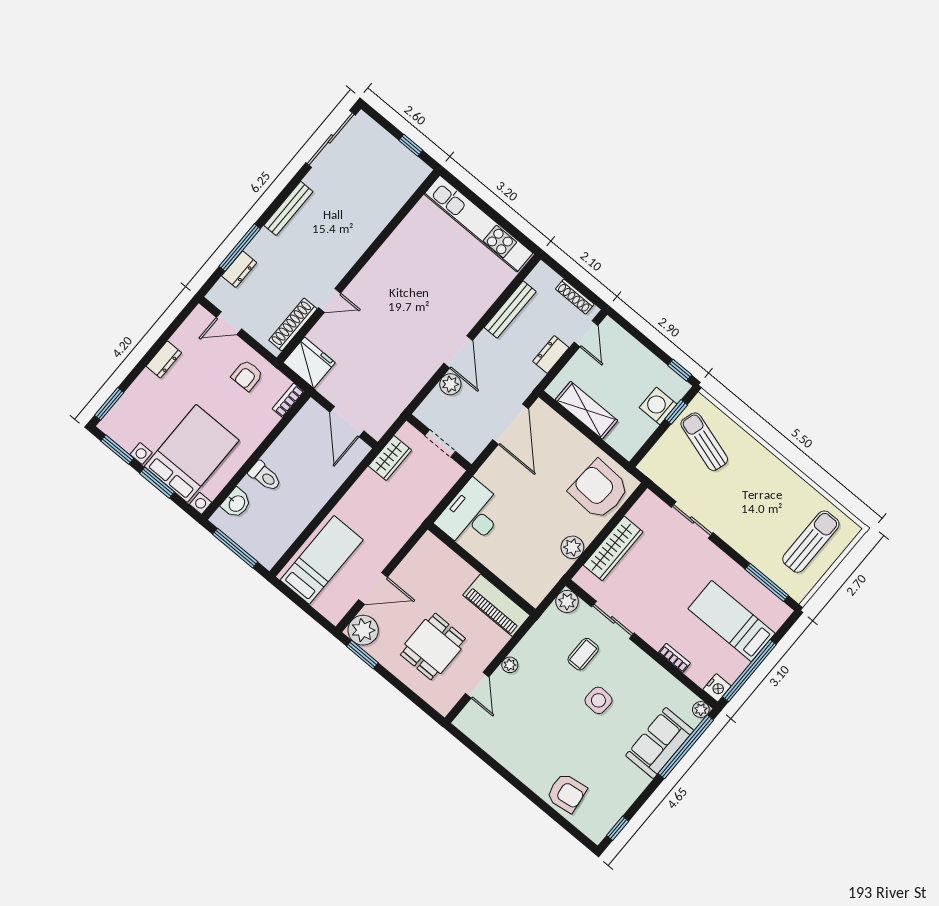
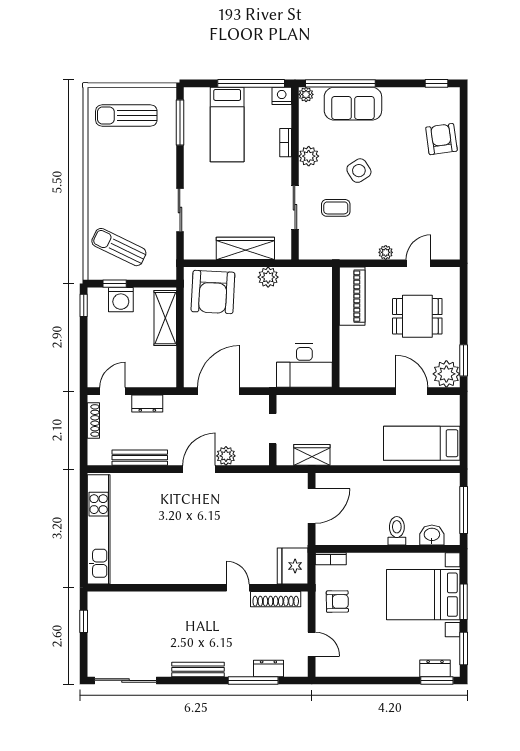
dresser: (164, 360) -> (435, 668), moved
shelving: (586, 410) -> (165, 318), moved
sun lounger: (704, 442) -> (119, 247), turned 99
plant: (567, 601) -> (309, 156), moved
side table: (598, 700) -> (359, 171), turned -35

